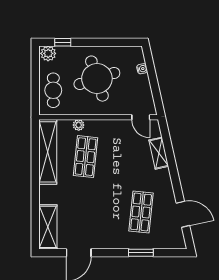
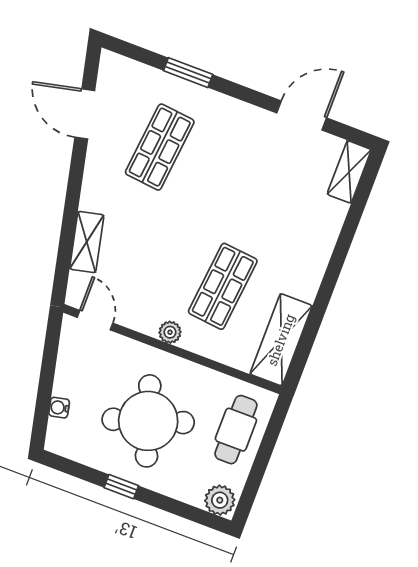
window: (63, 42) -> (121, 487), moved
plant: (79, 125) -> (170, 332), moved
shelving: (48, 152) -> (281, 340), width x0.68
shelving: (48, 227) -> (349, 172), width x0.67, depth x0.75

